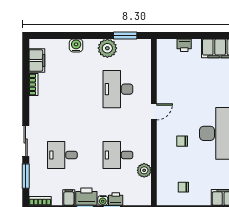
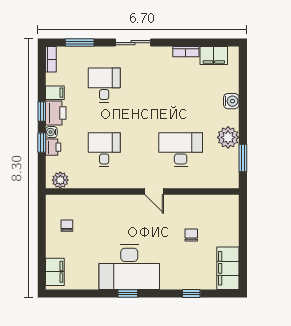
printer: (184, 45) -> (232, 227), removed
sliding door: (26, 141) -> (133, 43), moved
chair: (182, 141) -> (191, 235), moved
plant: (144, 170) -> (60, 180), moved

